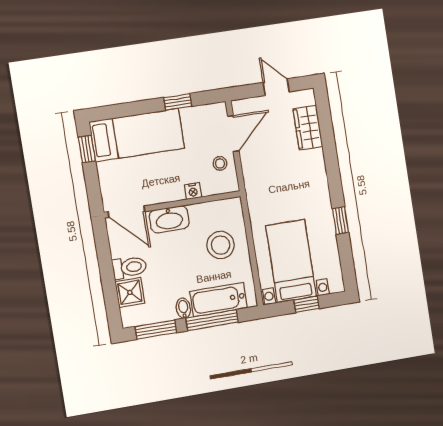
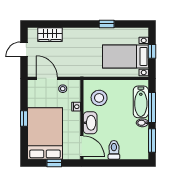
window: (178, 102) -> (24, 119), moved
bed: (137, 135) -> (45, 133), width x1.50
window: (87, 149) -> (54, 163), moved
door: (127, 212) -> (82, 146), hinge flipped
stool: (221, 245) -> (99, 98), moved
shower: (130, 292) -> (128, 152), removed

